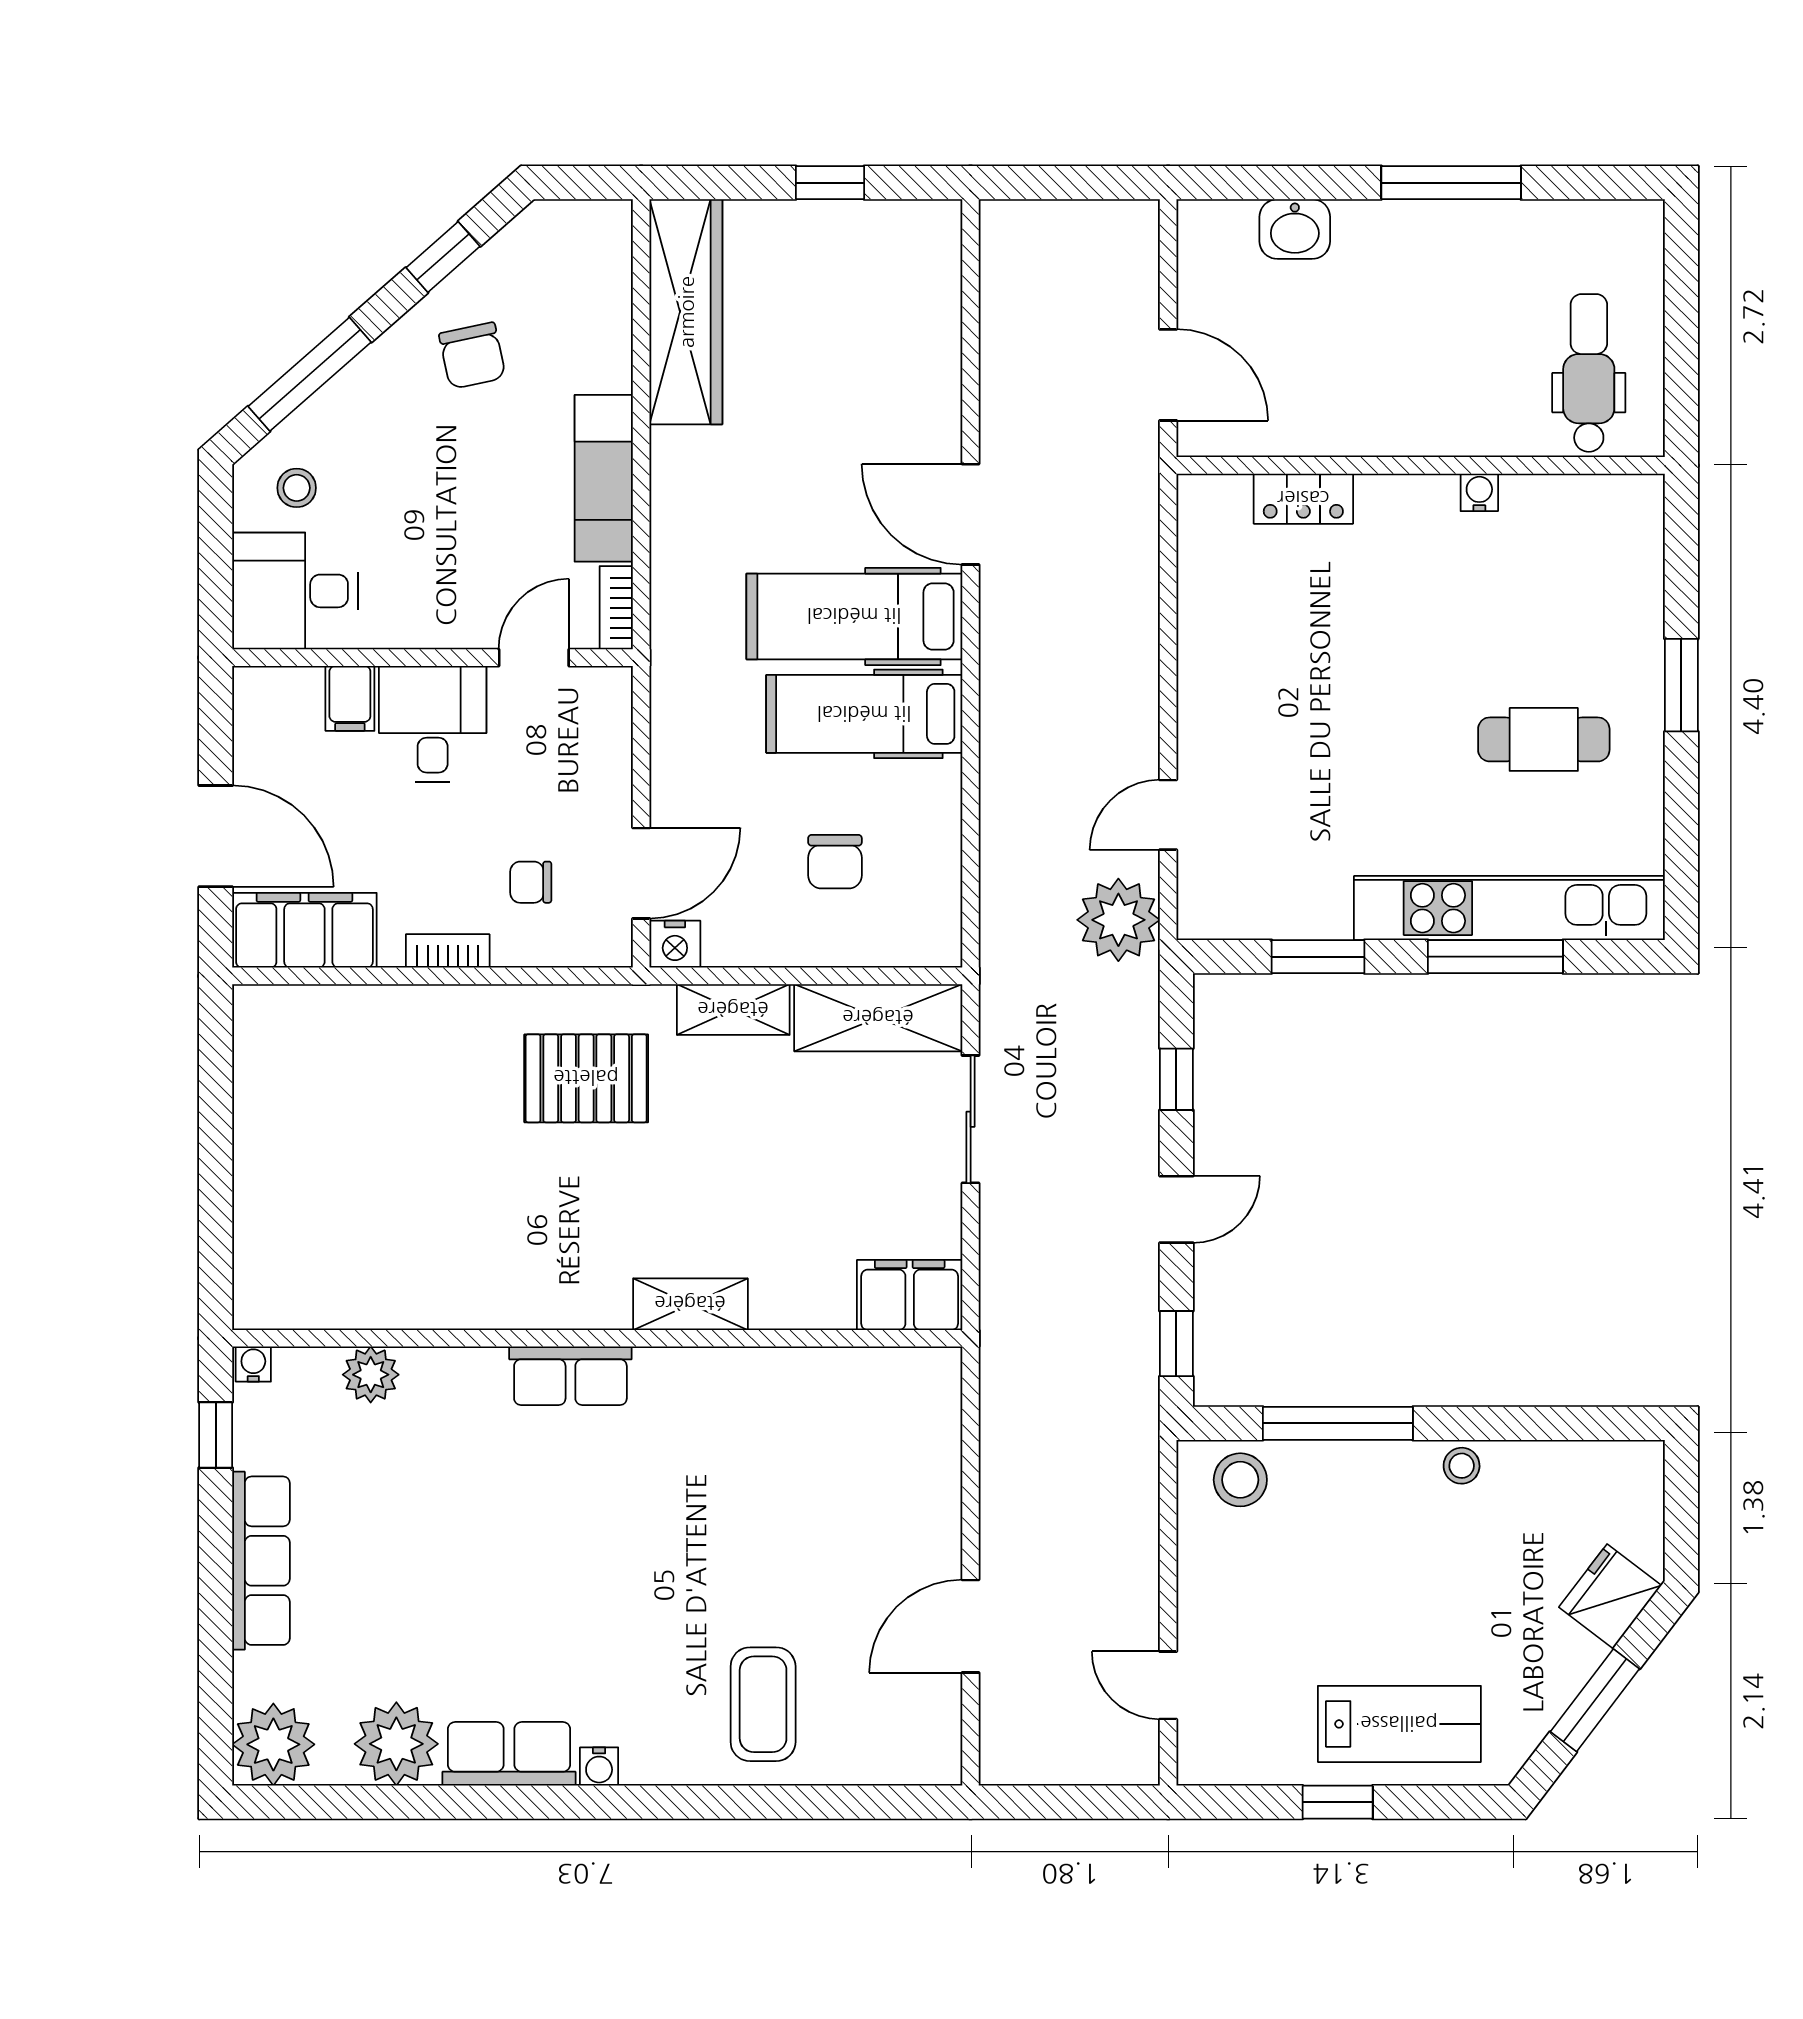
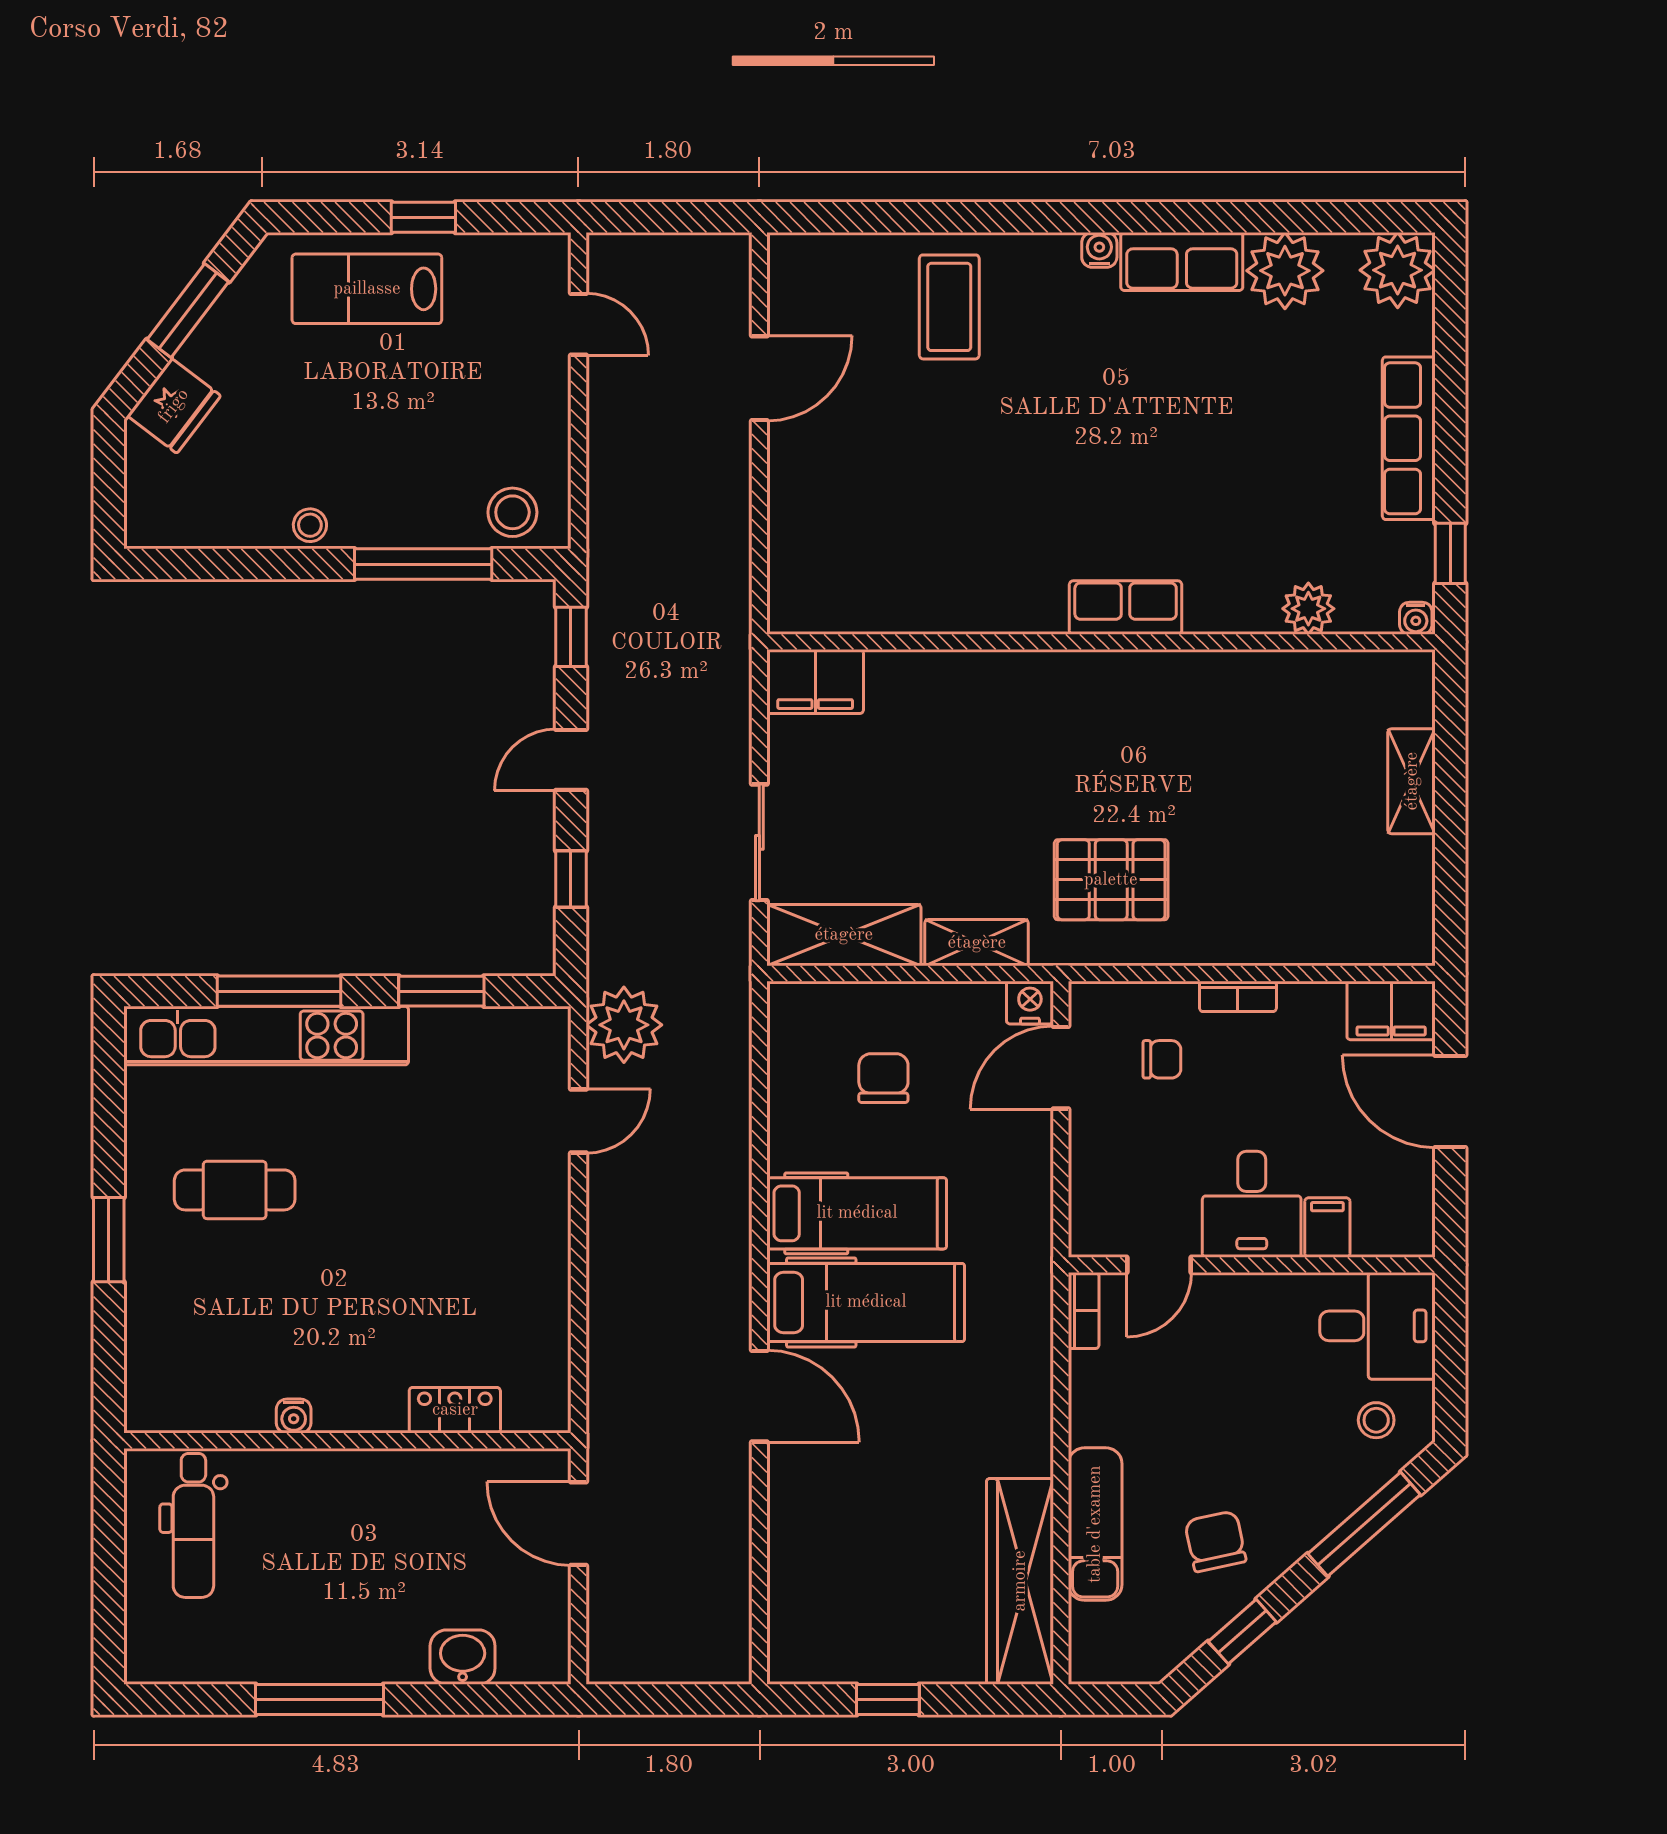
exam couch: (604, 478) -> (1095, 1524), moved
filing cabinet: (304, 930) -> (1391, 1010), width x0.67, depth x0.86
shelving: (690, 1304) -> (1412, 781), moved, turned 90

